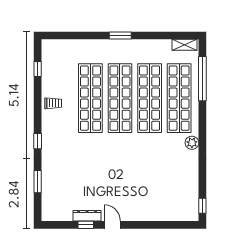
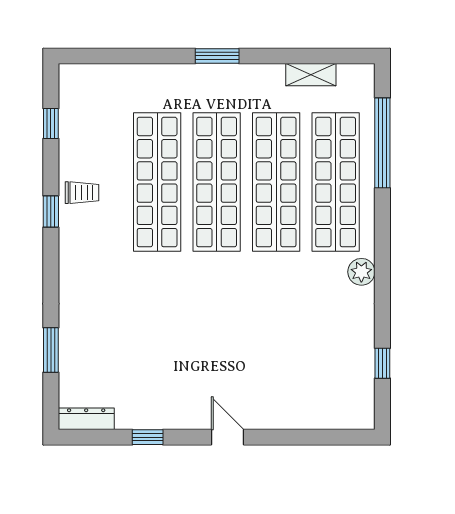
shelving: (185, 45) -> (311, 75), moved
window: (38, 141) -> (51, 212), moved
window: (202, 206) -> (382, 363), moved
dresser: (87, 216) -> (86, 419), moved
door: (112, 225) -> (228, 437), moved

